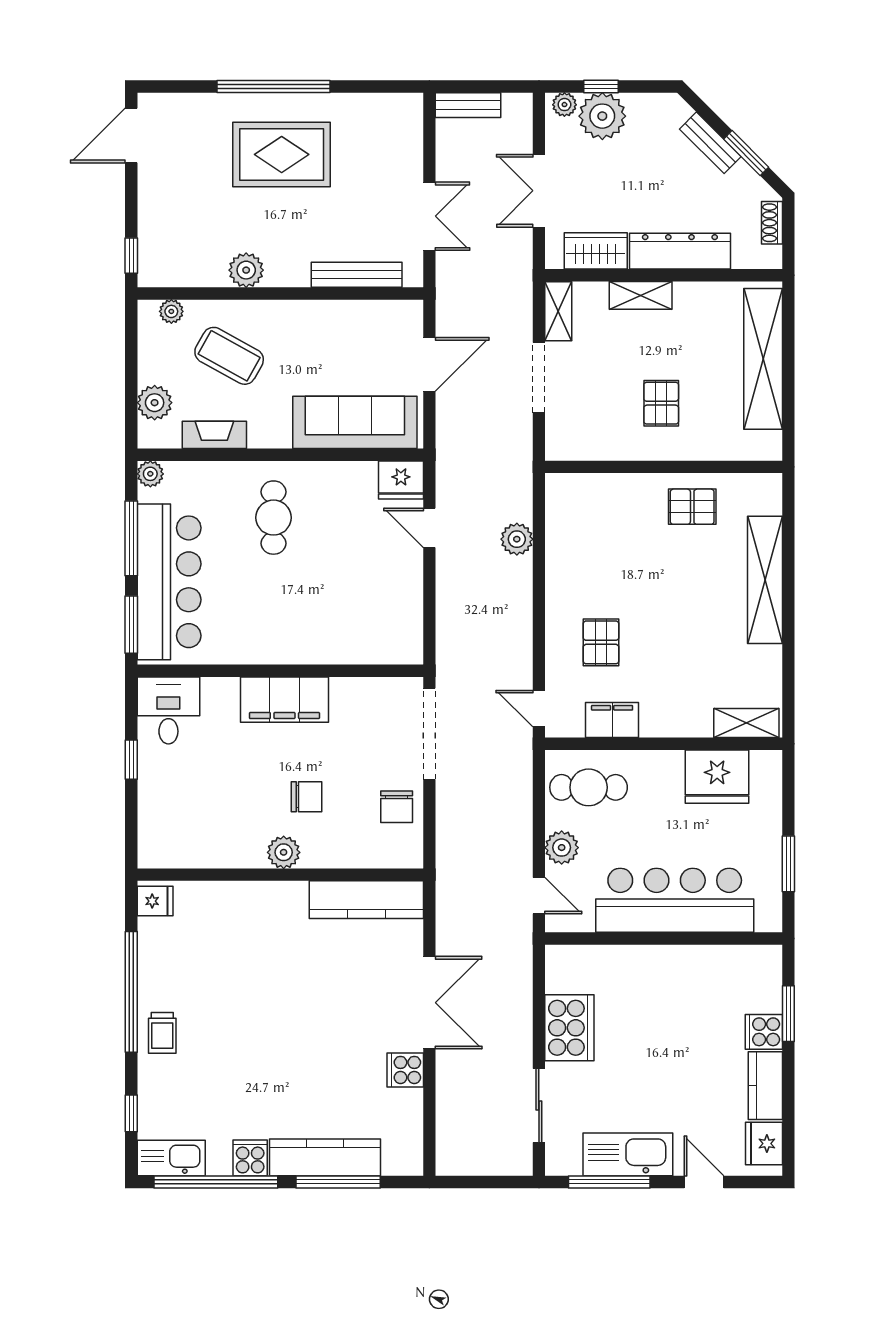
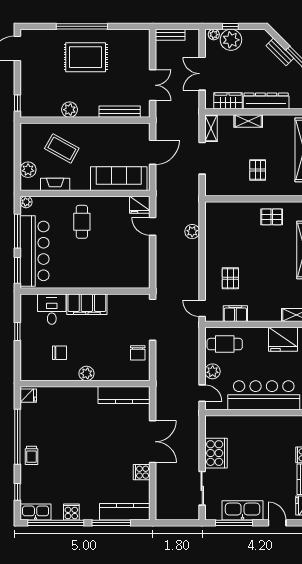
plant: (171, 311) -> (36, 128), removed
desk: (168, 710) -> (52, 309), moved
chair: (307, 797) -> (60, 353), moved
kitchen counter: (325, 1157) -> (125, 512), moved

